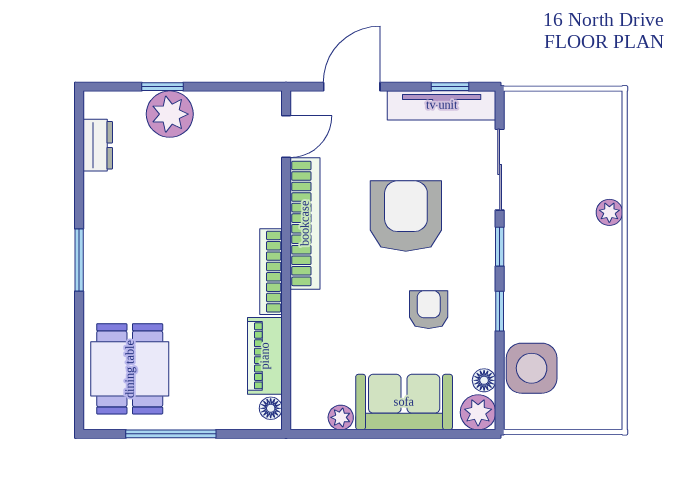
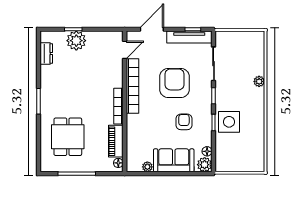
side table: (532, 368) -> (229, 122), moved
dining table: (130, 369) -> (68, 137), moved

